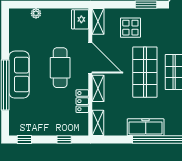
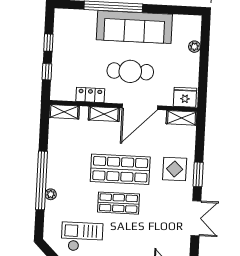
display table: (130, 28) -> (175, 169), moved
sofa: (19, 75) -> (134, 27), width x1.36, depth x1.27
freezer: (146, 127) -> (56, 167), removed
plant: (170, 131) -> (51, 194), added
window: (24, 139) -> (48, 43), moved

